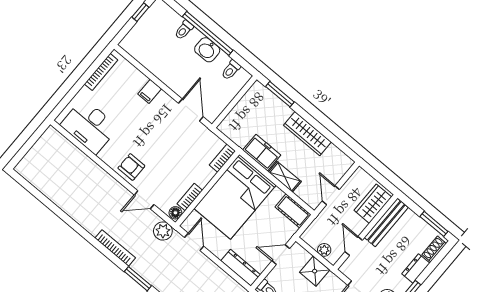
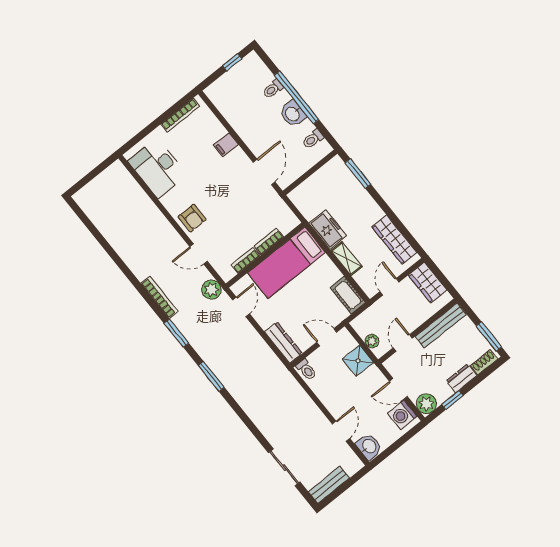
wardrobe: (307, 134) -> (394, 240), moved
bookcase: (222, 158) -> (269, 241), moved
armchair: (131, 167) -> (192, 218), turned 180
bed: (235, 197) -> (286, 263), width x0.67
wardrobe: (373, 204) -> (428, 283), moved, turned -90
floor lamp: (175, 213) -> (228, 274), removed

